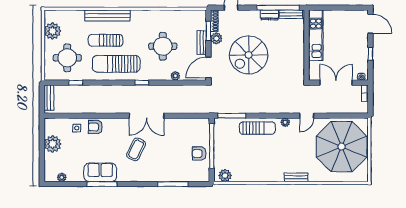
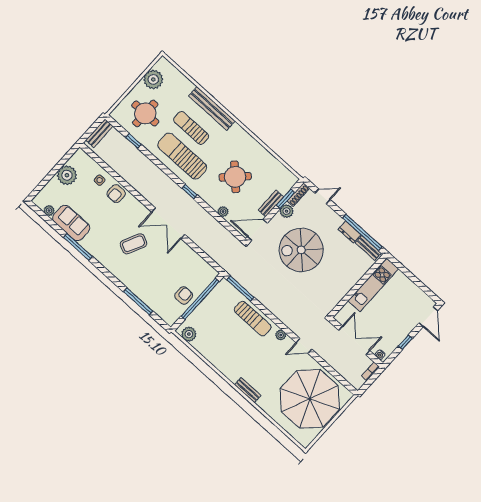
round table: (163, 46) -> (235, 177), turned 45
armchair: (95, 127) -> (116, 194), turned -90
armchair: (199, 154) -> (184, 296), turned 90
sofa: (100, 172) -> (71, 223), moved

